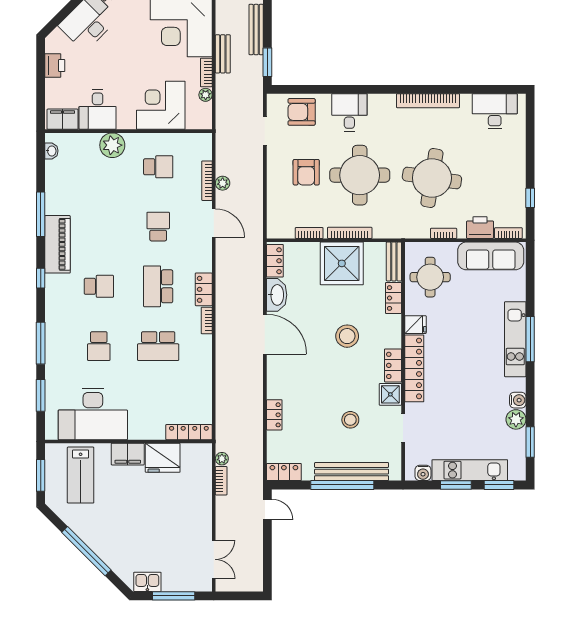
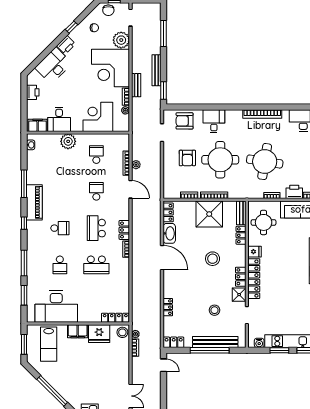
school desk: (158, 167) -> (96, 155), turned -90
stool: (201, 456) -> (122, 332), added

